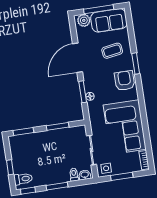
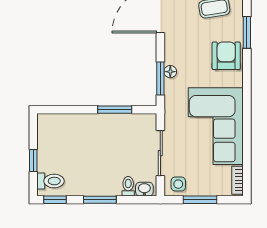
window: (83, 92) -> (160, 78), moved
window: (23, 132) -> (62, 110), removed

